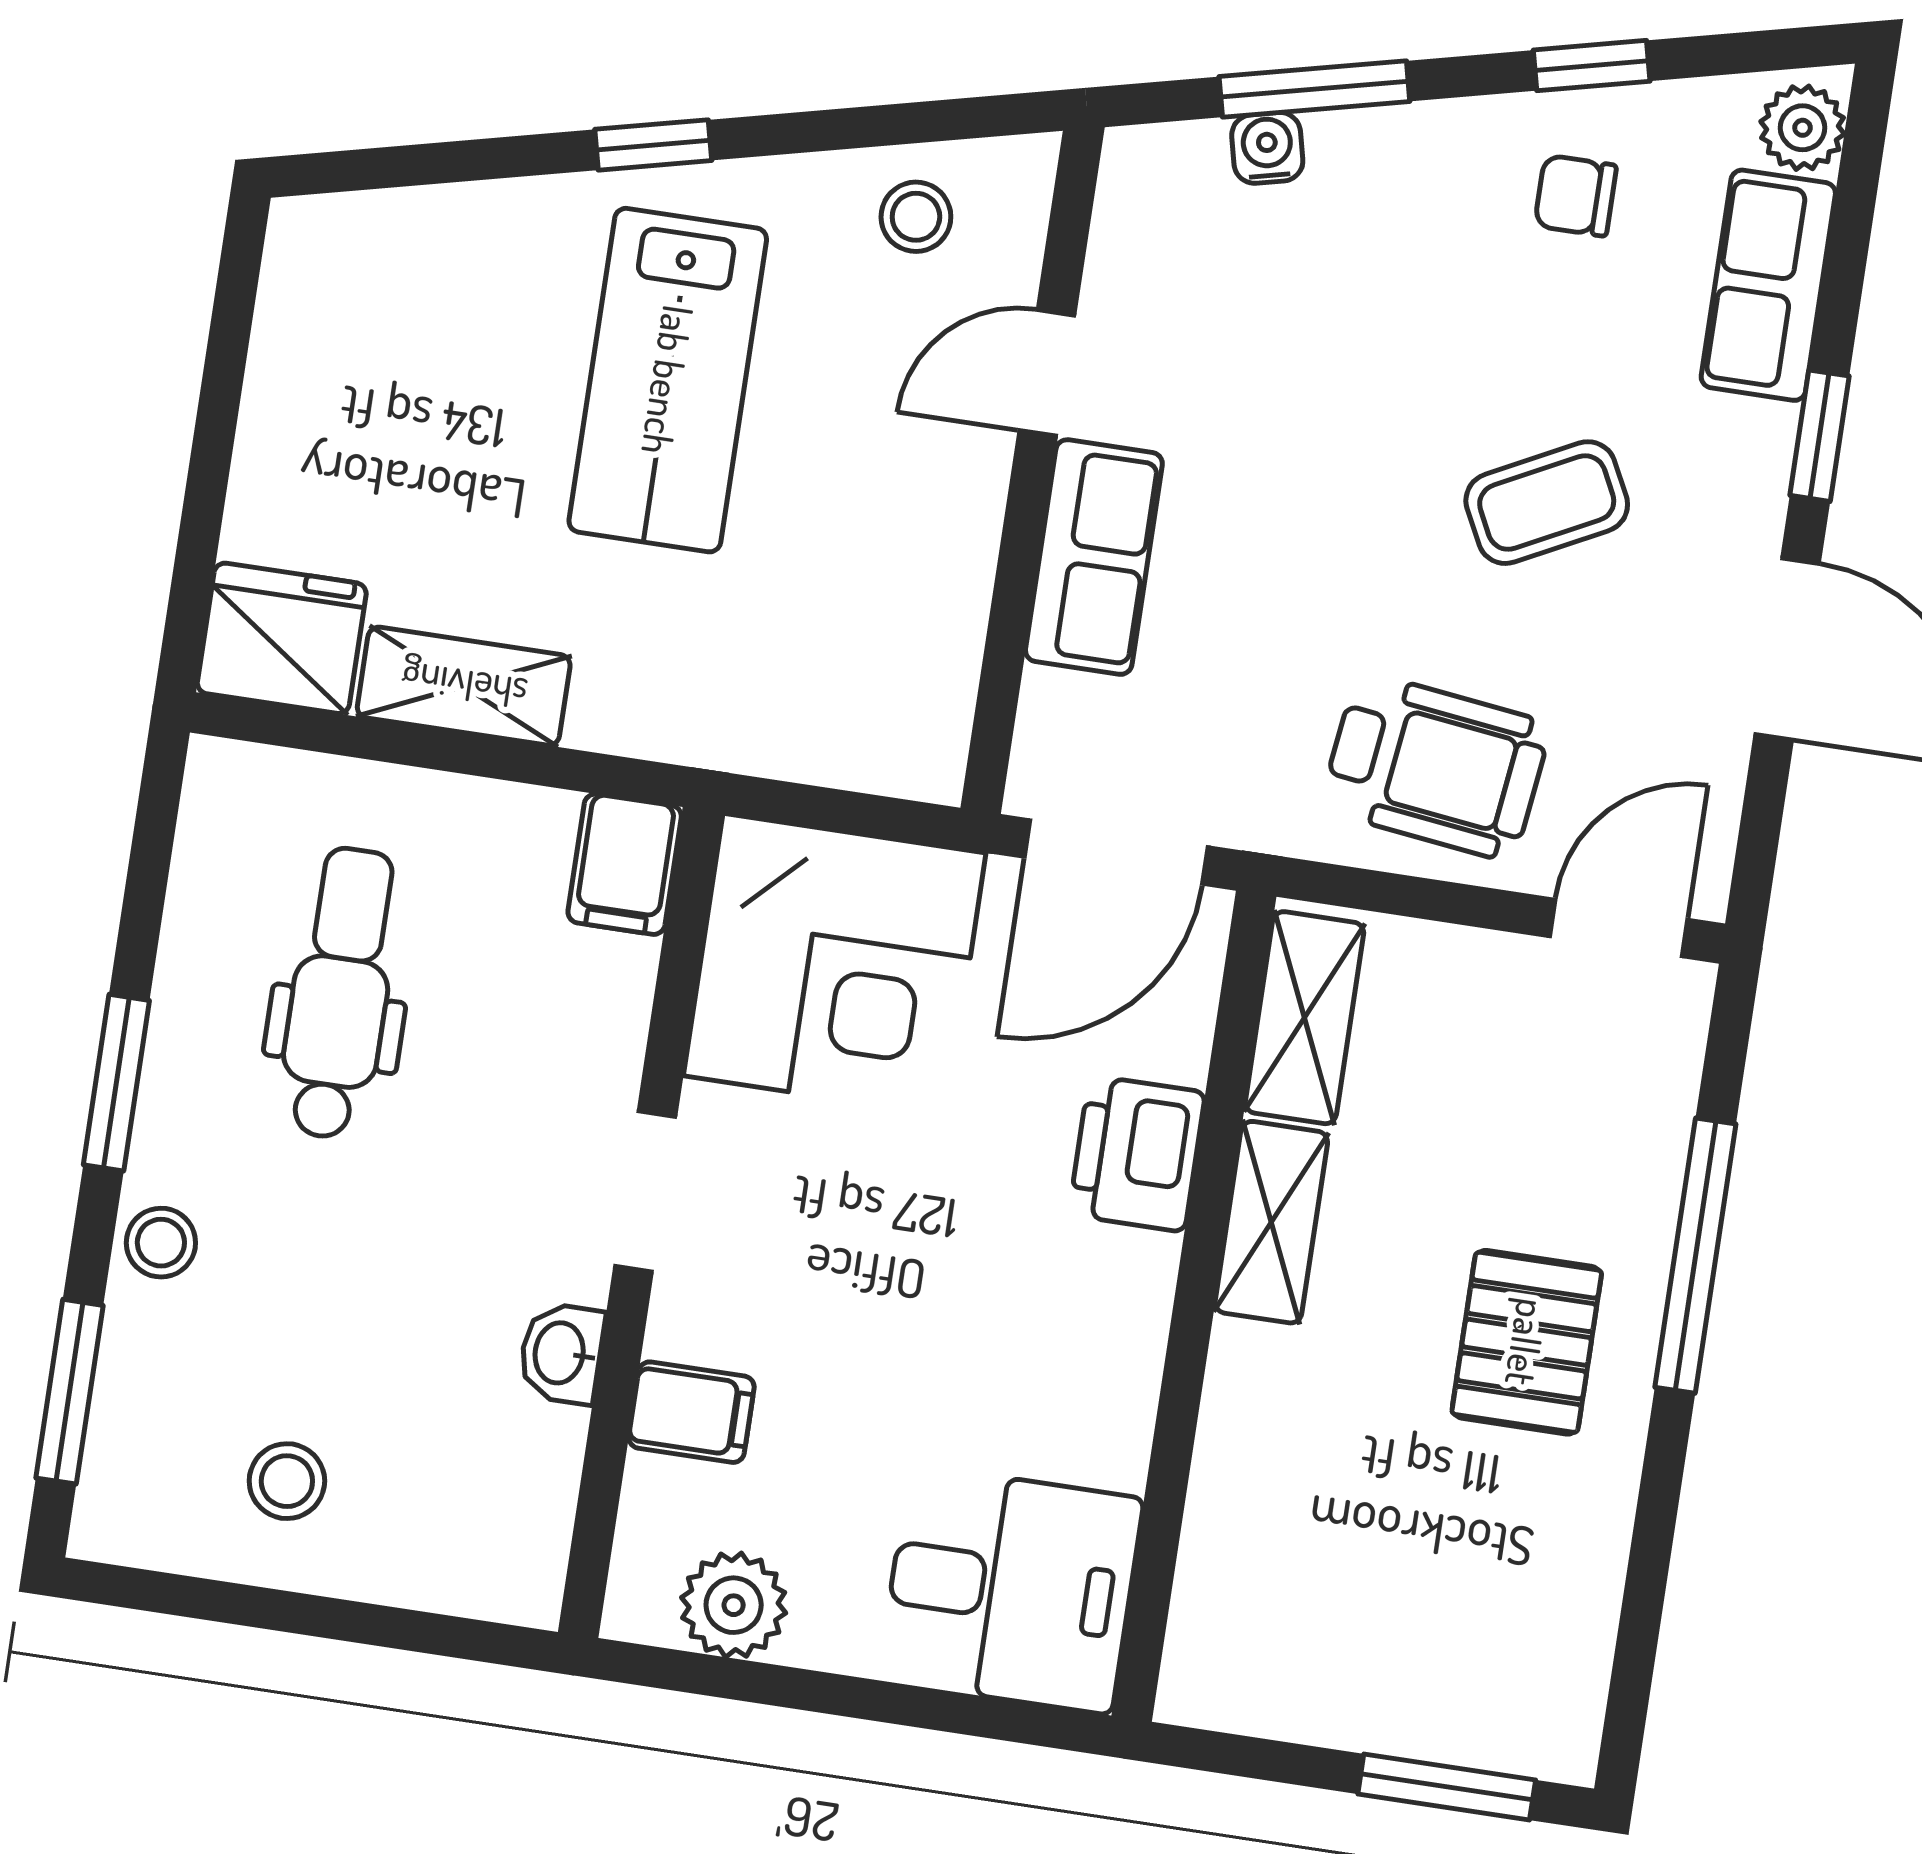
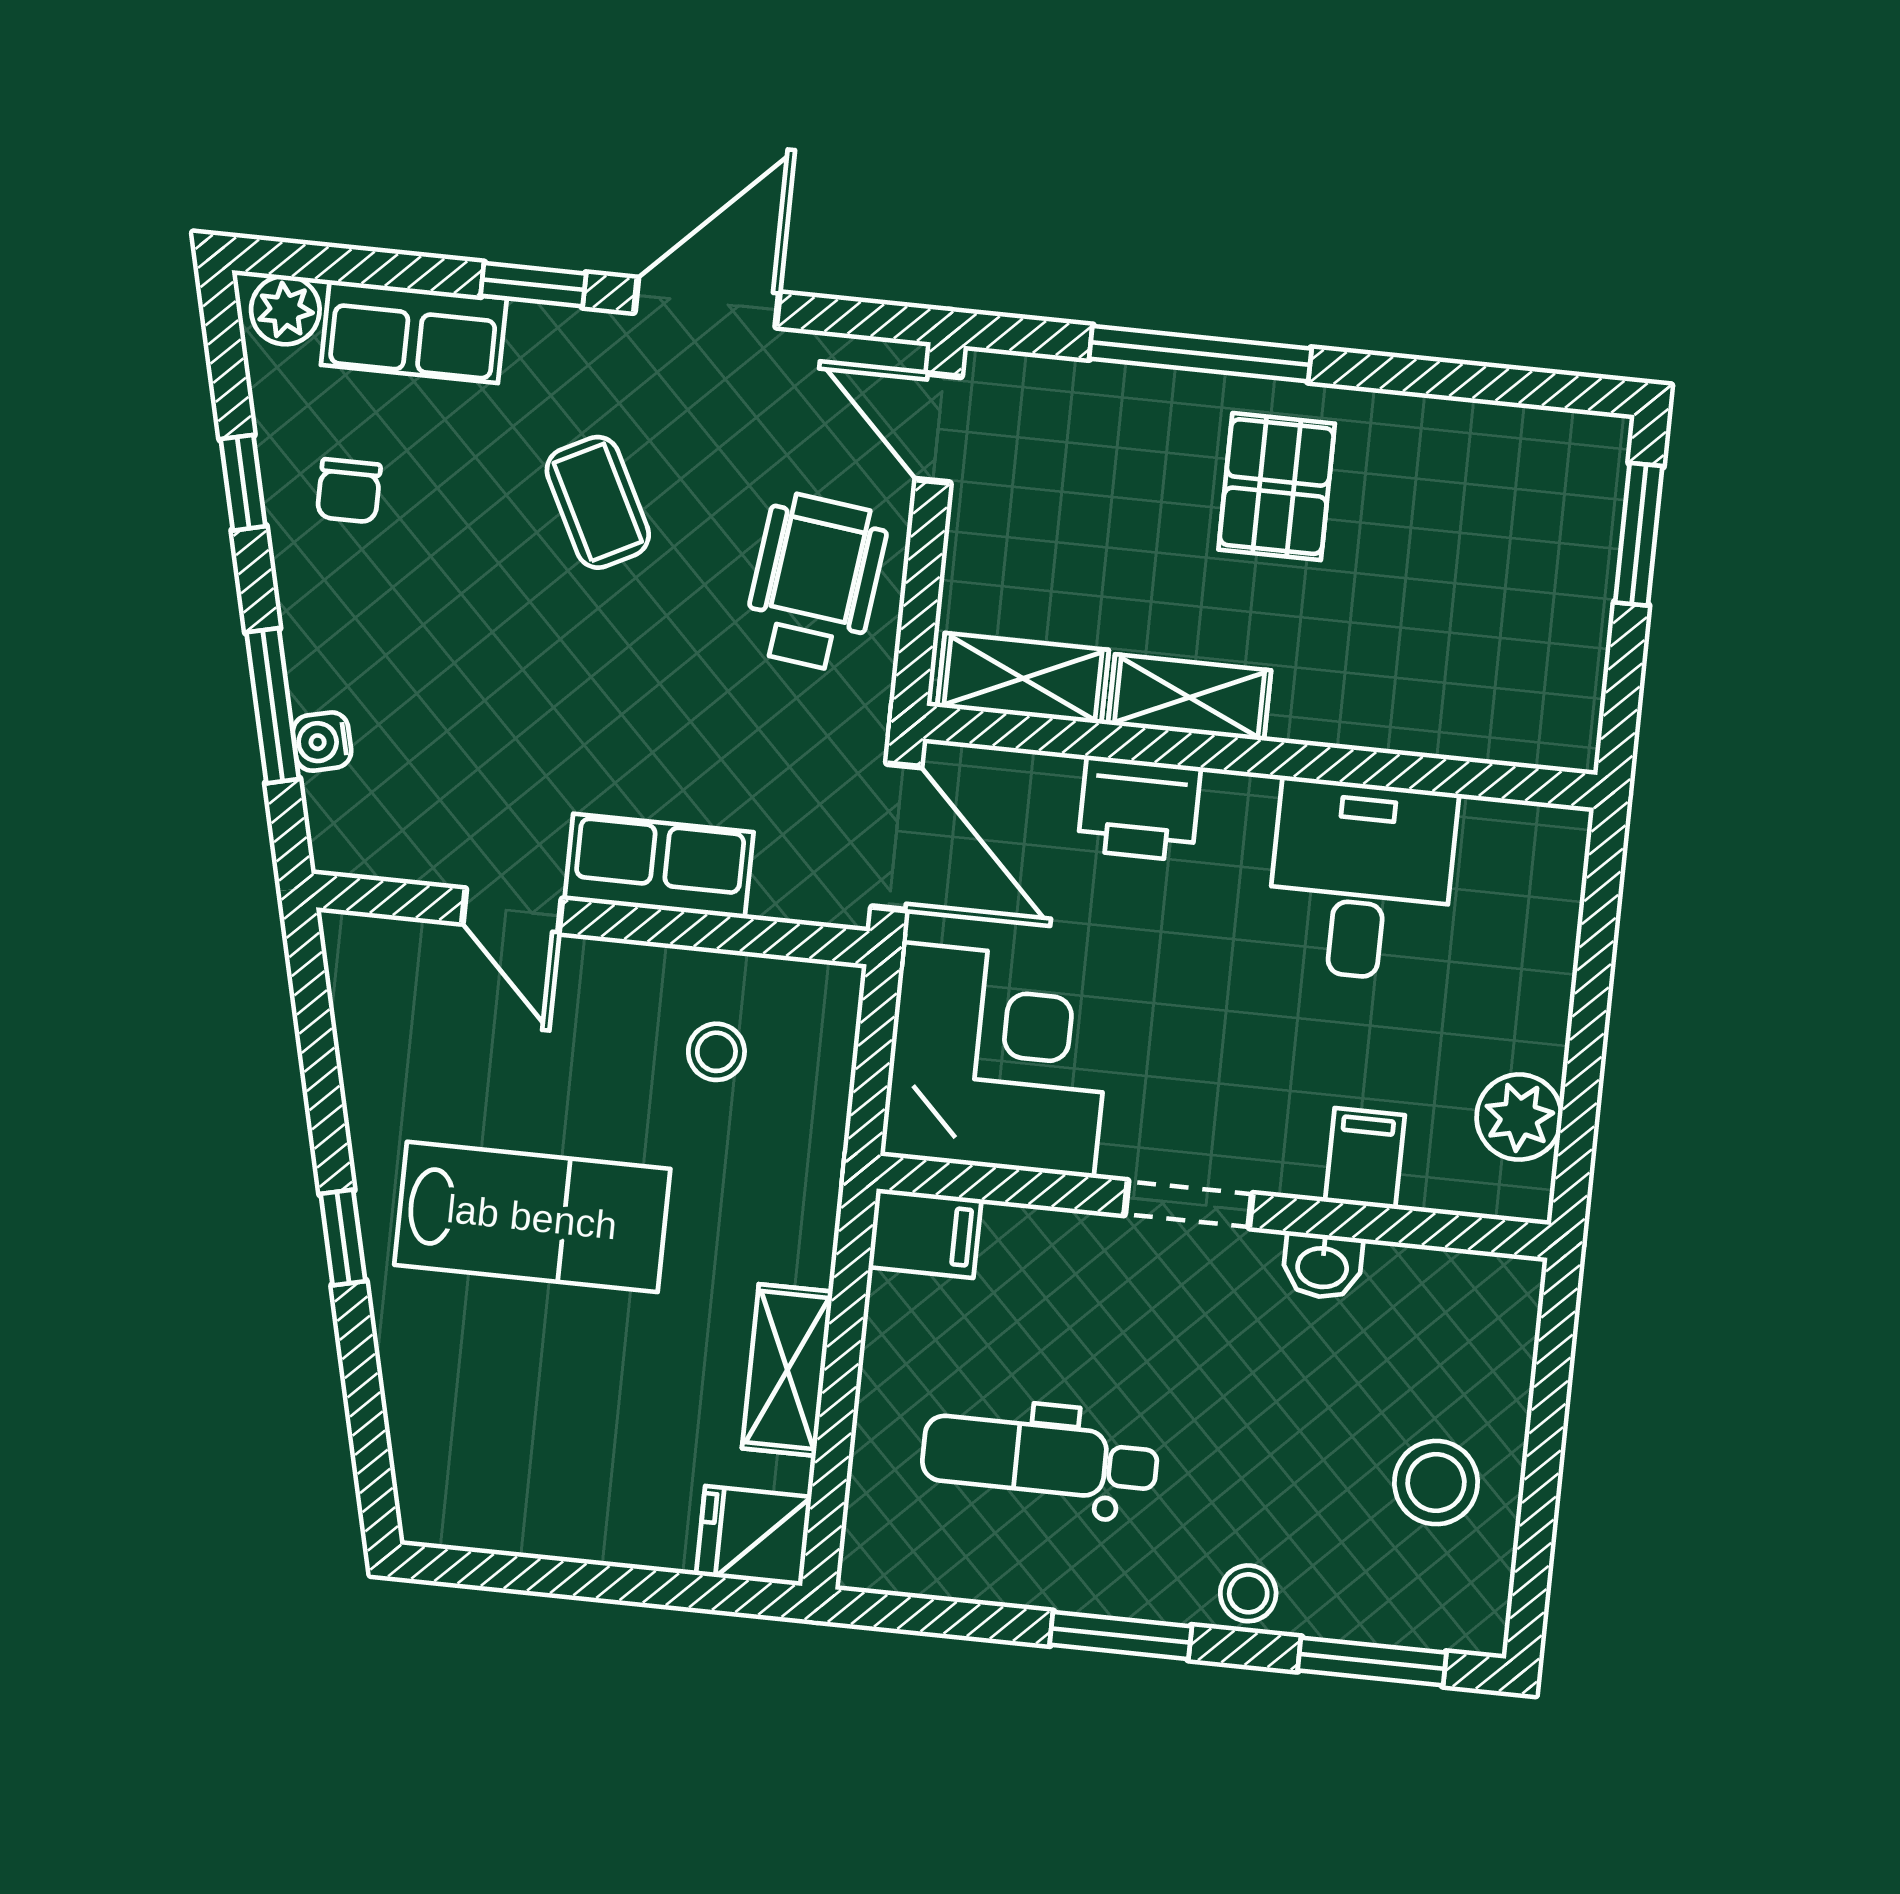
stool: (916, 217) -> (716, 1052), moved
fridge: (282, 638) -> (754, 1536), width x0.72
pallet: (1527, 1342) -> (1277, 487), turned 90
stool: (287, 1481) -> (1436, 1483), width x1.37, depth x1.37
desk: (1011, 1589) -> (1361, 880), moved

